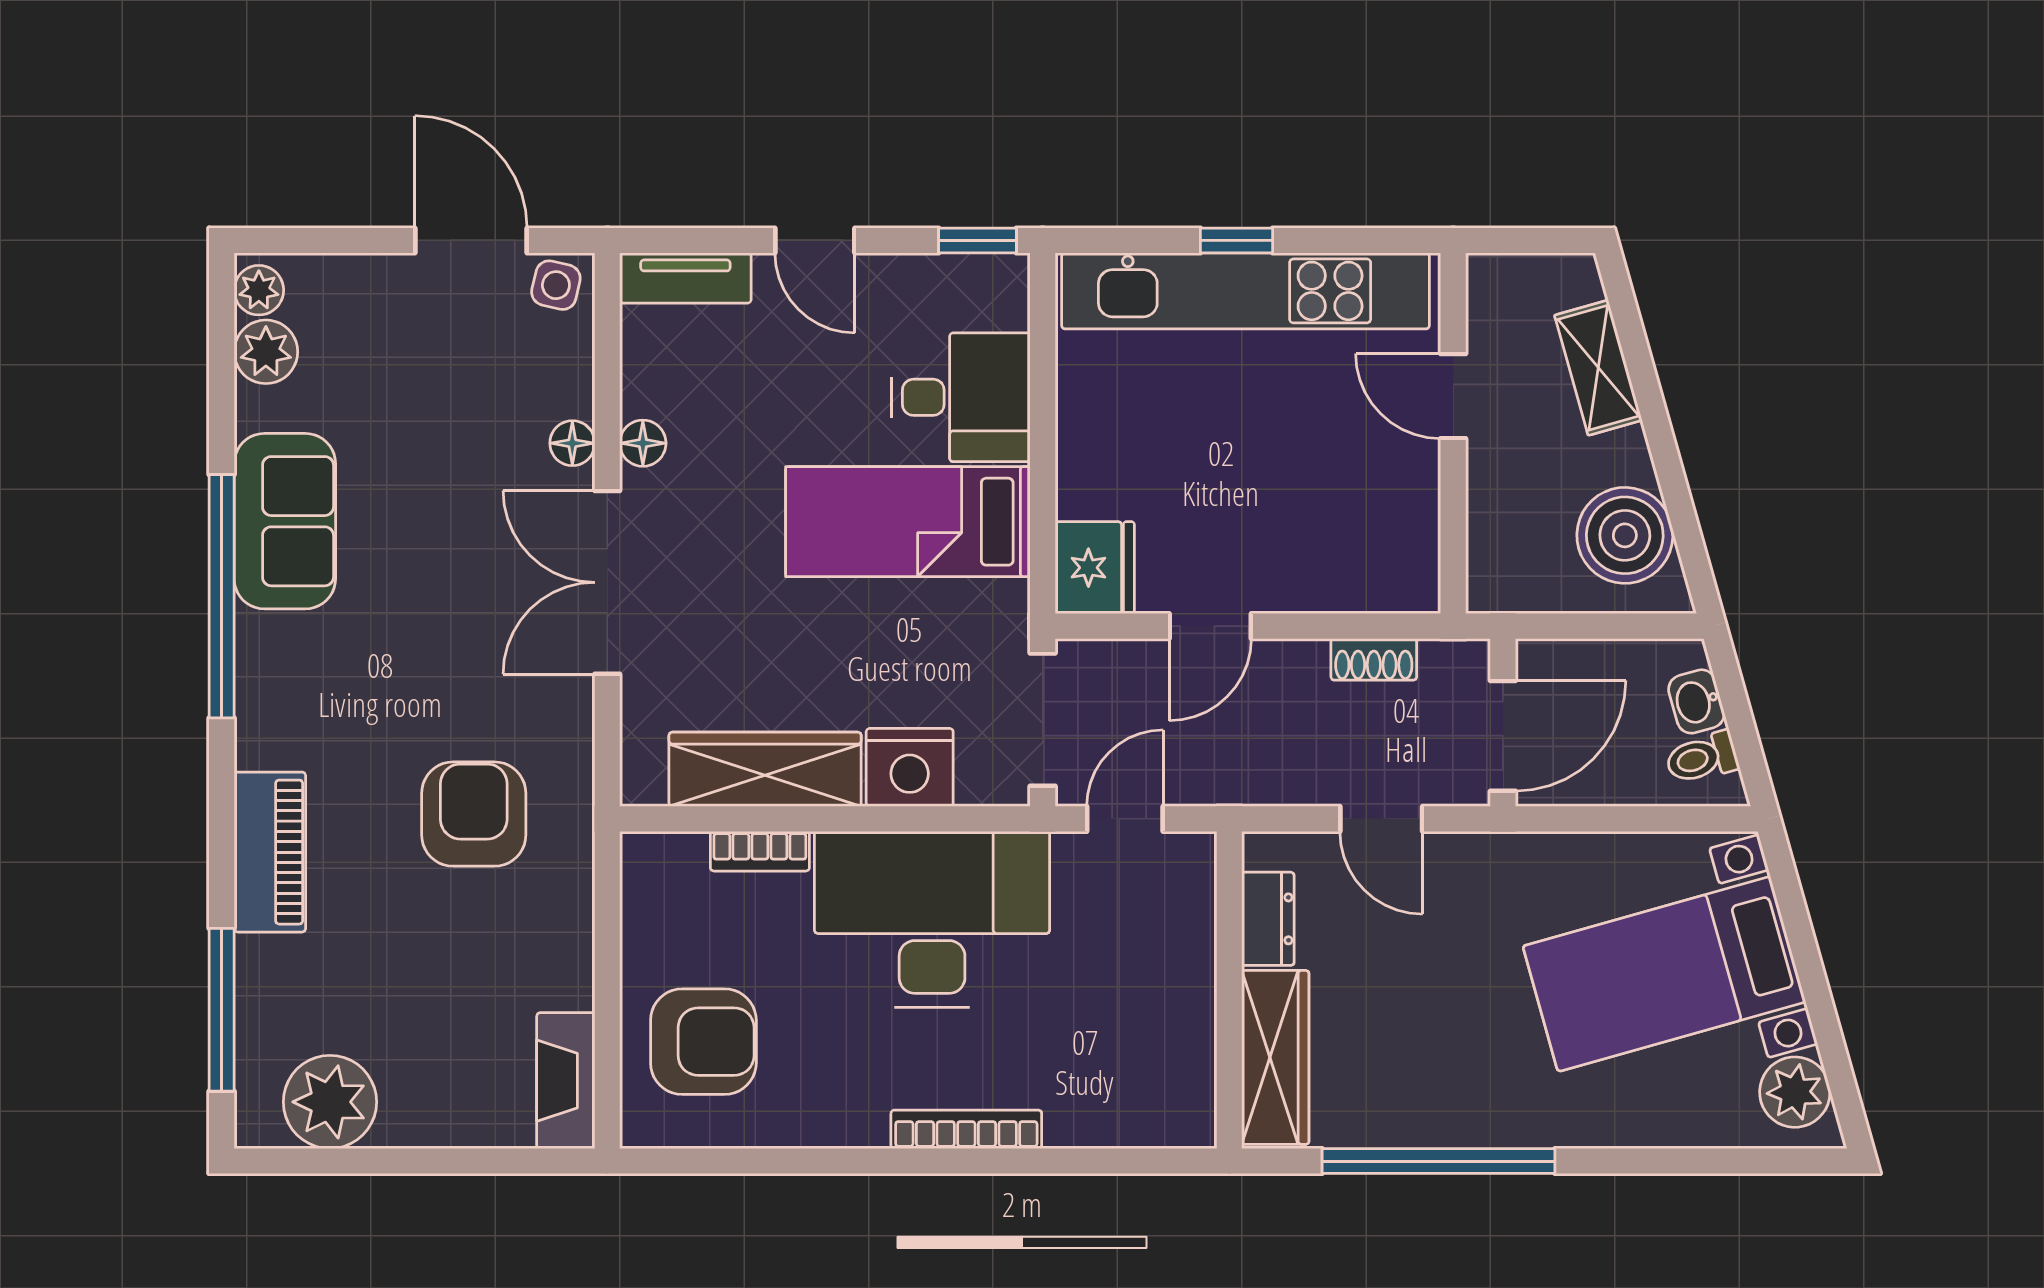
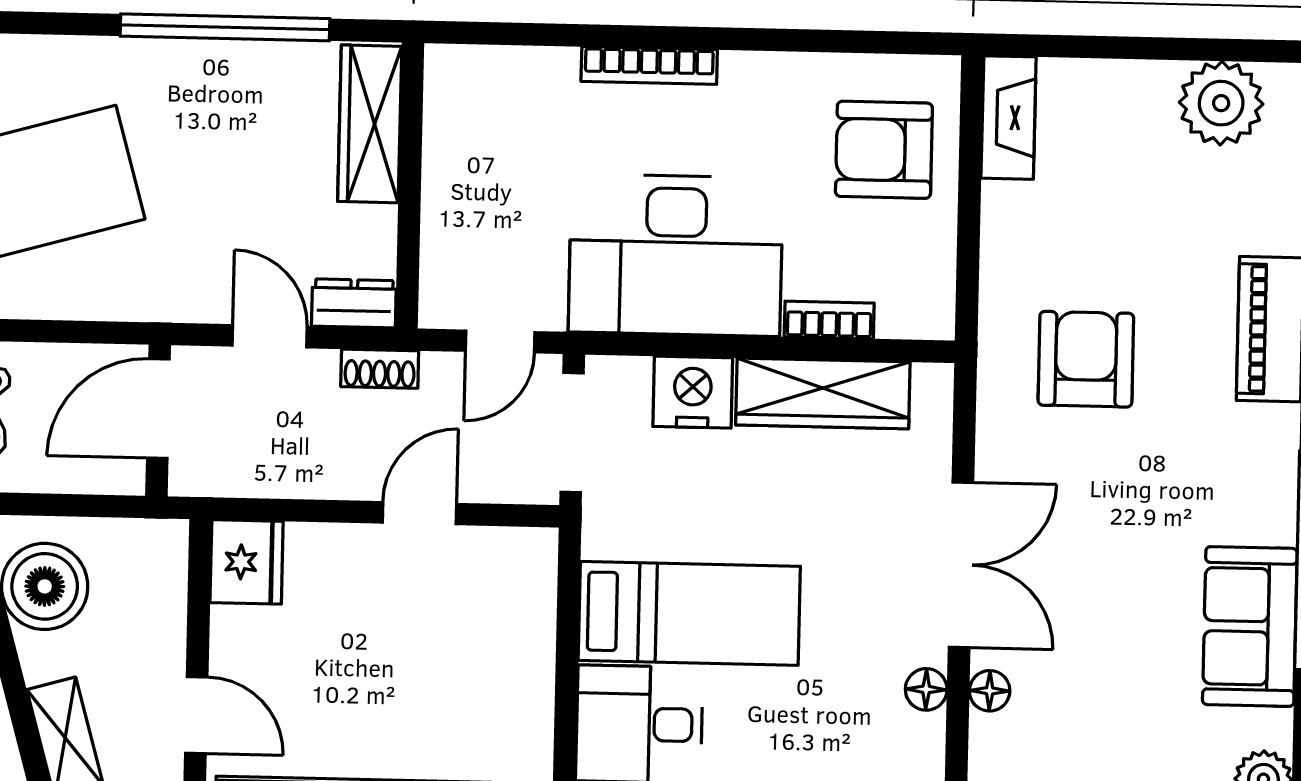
fridge: (1095, 568) -> (247, 562), moved, turned 180
shoe rack: (1374, 659) -> (380, 369), moved, turned 180
armchair: (474, 814) -> (1086, 359), turned 180
dresser: (1268, 919) -> (354, 303), moved, turned 90

